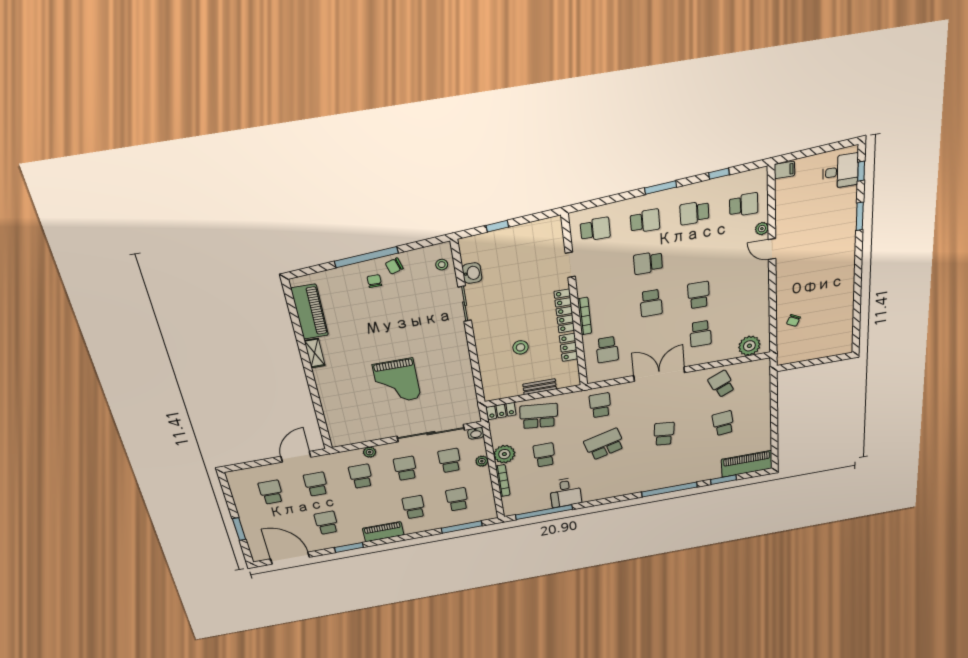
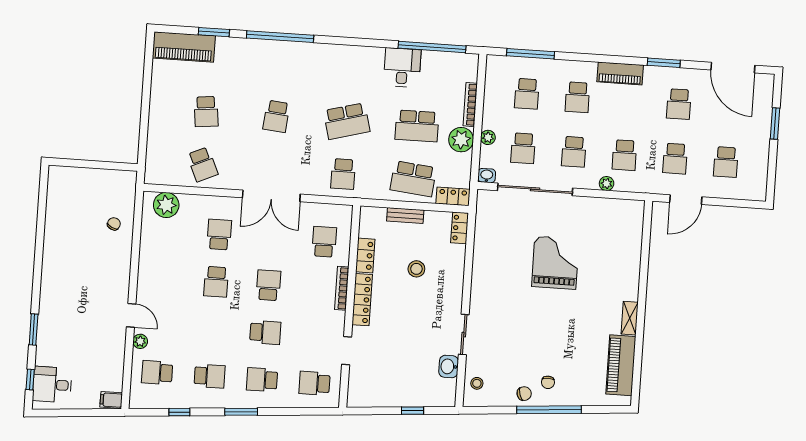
locker: (490, 389) -> (460, 228), added
school desk: (544, 455) -> (417, 126), width x1.85

